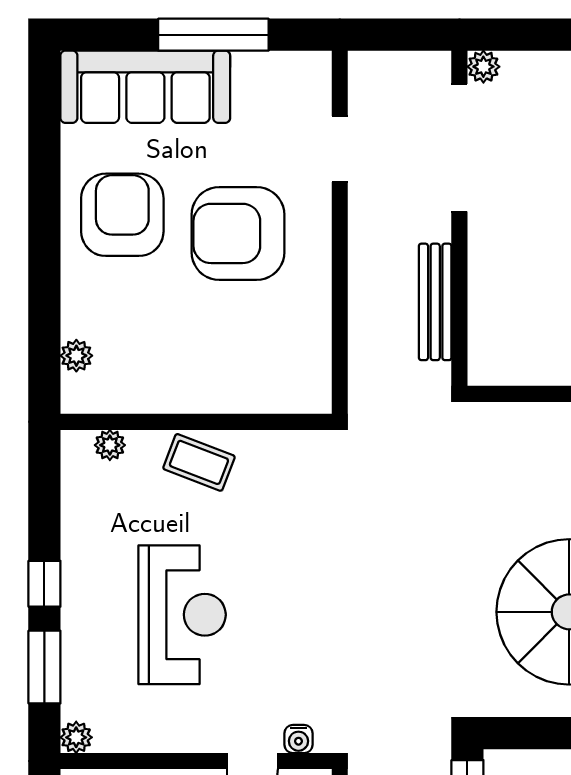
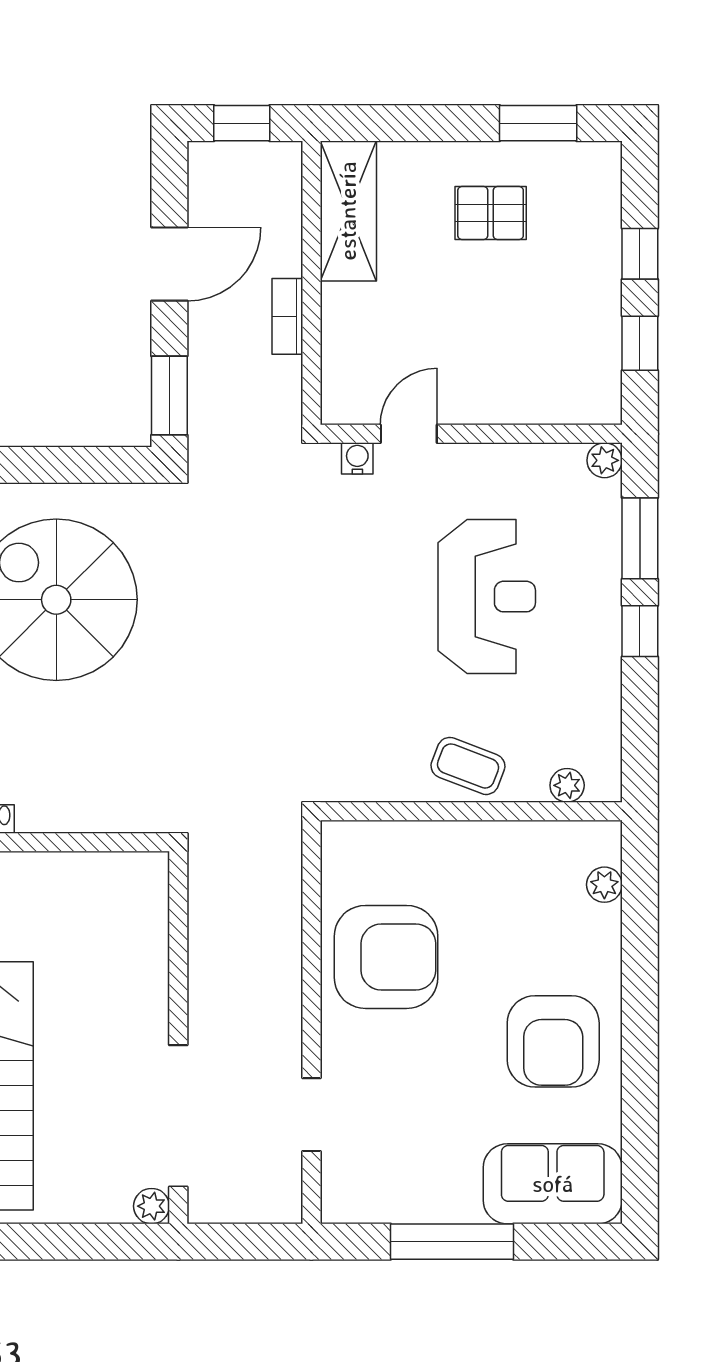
sofa: (145, 87) -> (553, 1184), width x0.73
armchair: (238, 233) -> (386, 957), moved
bench: (435, 302) -> (205, 945), removed
reception desk: (182, 615) -> (487, 597), turned 180

